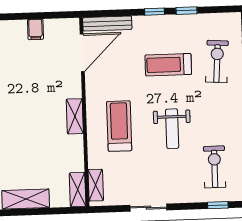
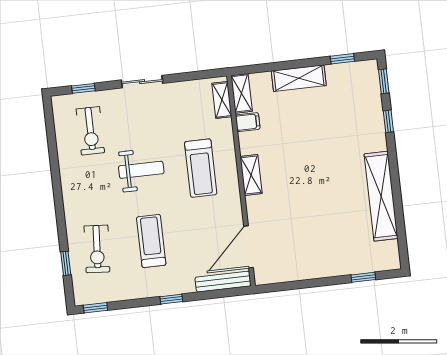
window: (187, 11) -> (95, 308), moved
filing cabinet: (35, 29) -> (248, 122), moved, turned 90
treadmill: (168, 65) -> (151, 241), turned -90
weight bench: (172, 129) -> (141, 170), turned 90
sliding door: (148, 208) -> (142, 82), moved

